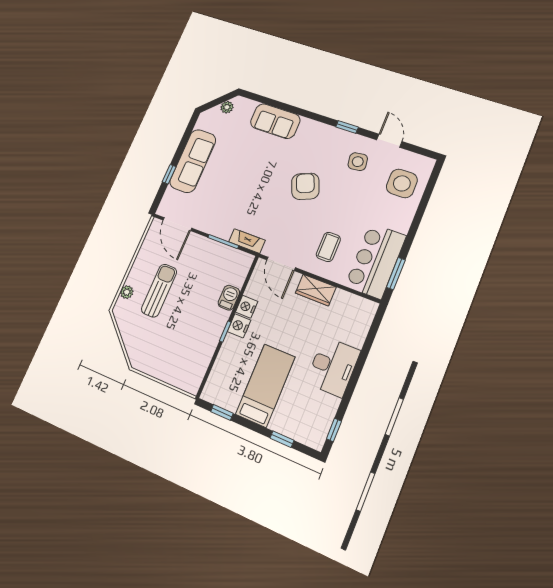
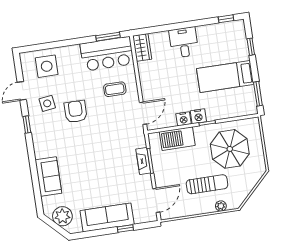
plant: (227, 107) -> (62, 216), width x1.88, depth x1.88
armchair: (305, 186) -> (76, 112), moved, turned 113
fireplace: (247, 241) -> (143, 161), moved
wardrobe: (316, 290) -> (142, 47), moved
sun lounger: (159, 291) -> (207, 184), turned 180
barbecue: (229, 298) -> (177, 139), width x1.88, depth x1.53
parasol: (181, 340) -> (230, 149), added
desk: (333, 367) -> (184, 42), width x0.73
window: (222, 412) -> (258, 94), width x1.50

